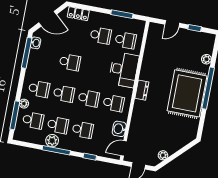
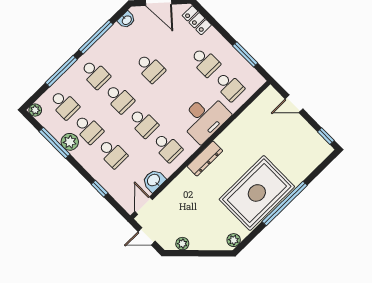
window: (195, 28) -> (326, 136), moved
window: (27, 53) -> (96, 37), moved
plant: (206, 59) -> (234, 240), moved
dresser: (142, 90) -> (205, 159), width x1.44
plant: (24, 104) -> (35, 110), moved
window: (15, 115) -> (61, 71), moved
door: (124, 148) -> (144, 206), hinge flipped
window: (56, 150) -> (54, 143), moved

